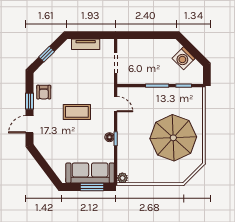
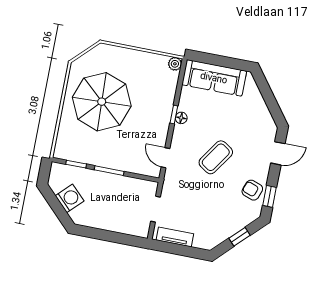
tv unit: (86, 44) -> (175, 237), moved
armchair: (44, 92) -> (252, 190), turned -70
window: (30, 101) -> (269, 196), moved
coffee table: (77, 112) -> (216, 157), turned -56
window: (92, 187) -> (215, 60), removed

